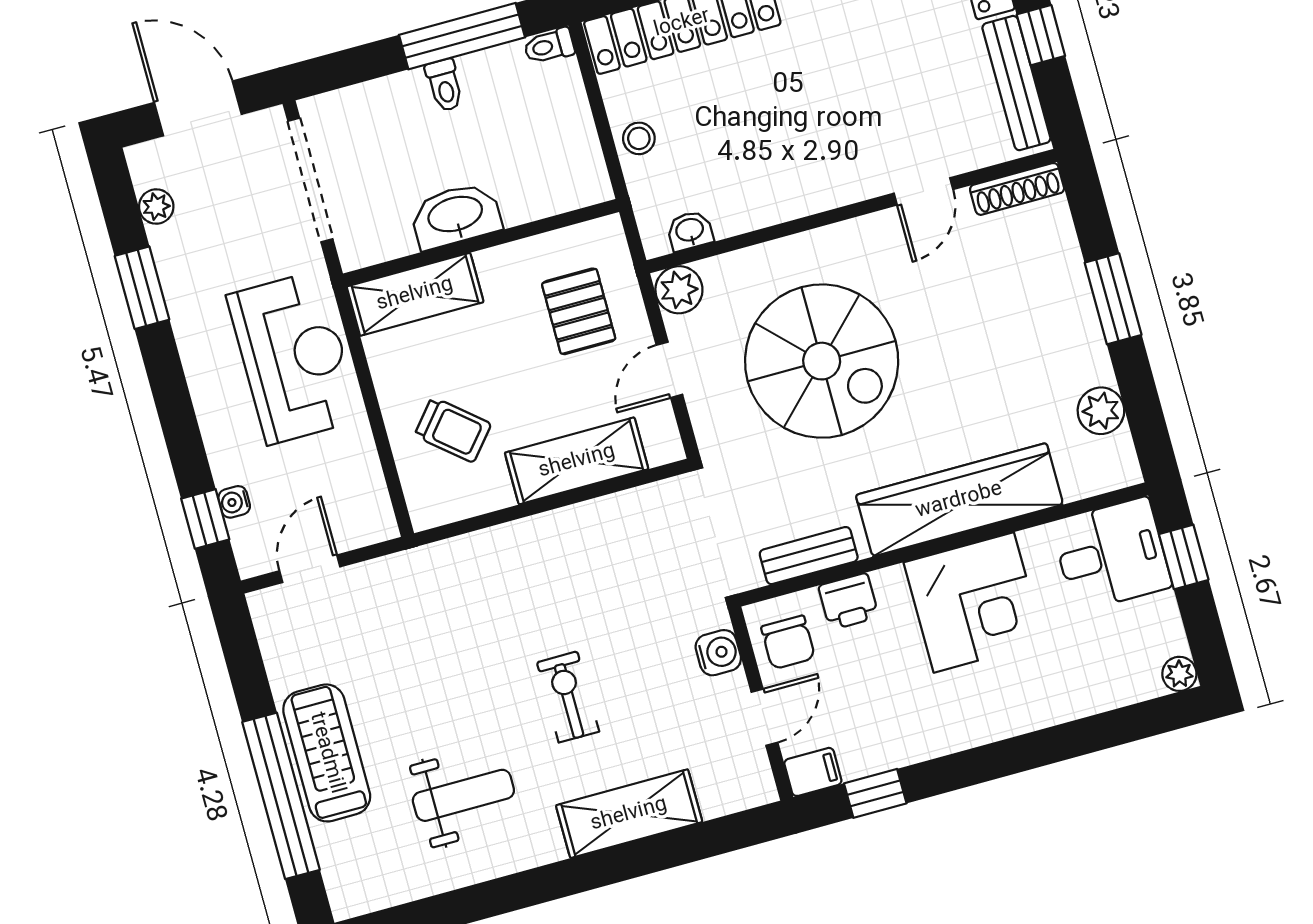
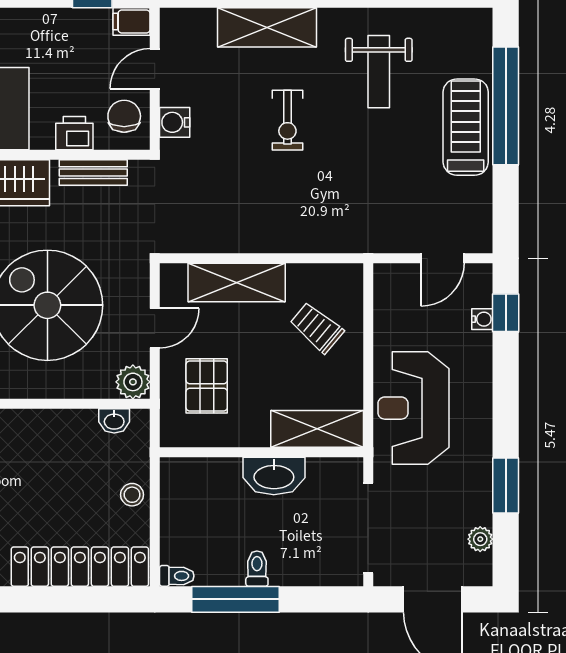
treadmill: (327, 753) -> (466, 127), turned 180
weight bench: (463, 795) -> (379, 72), turned -90

